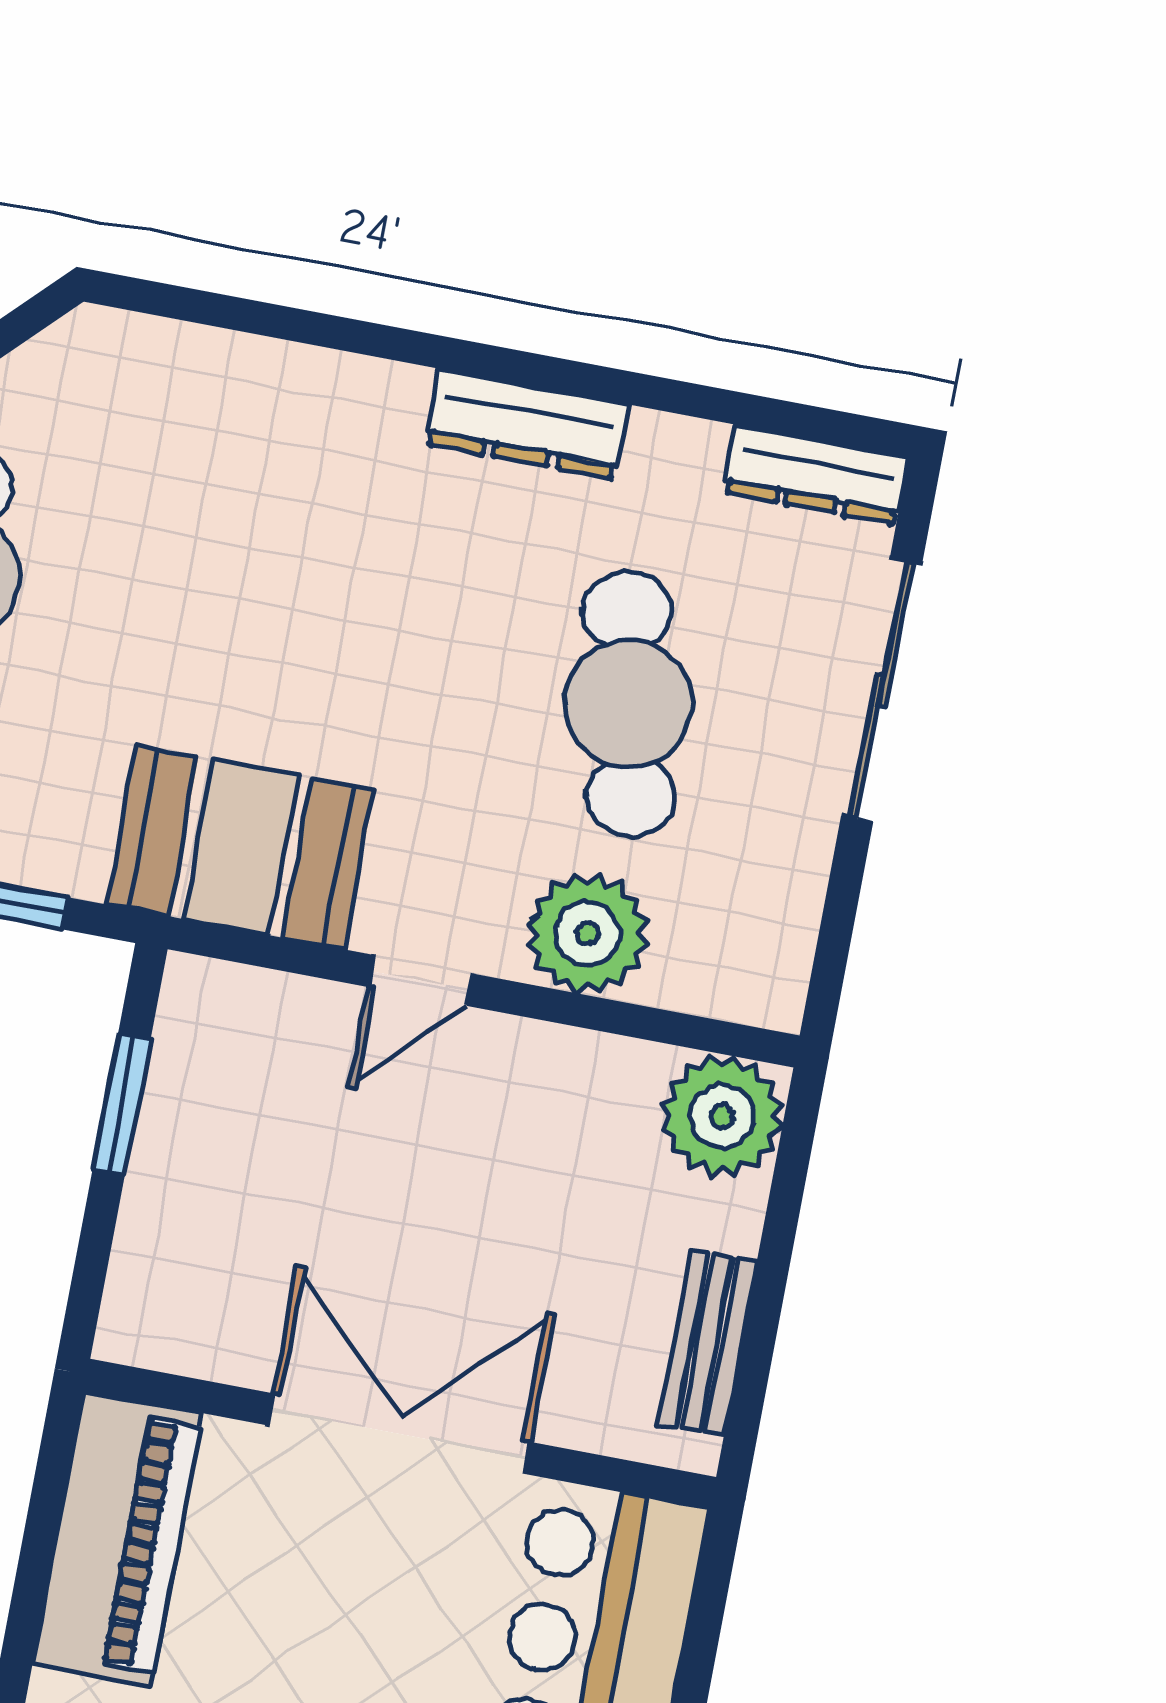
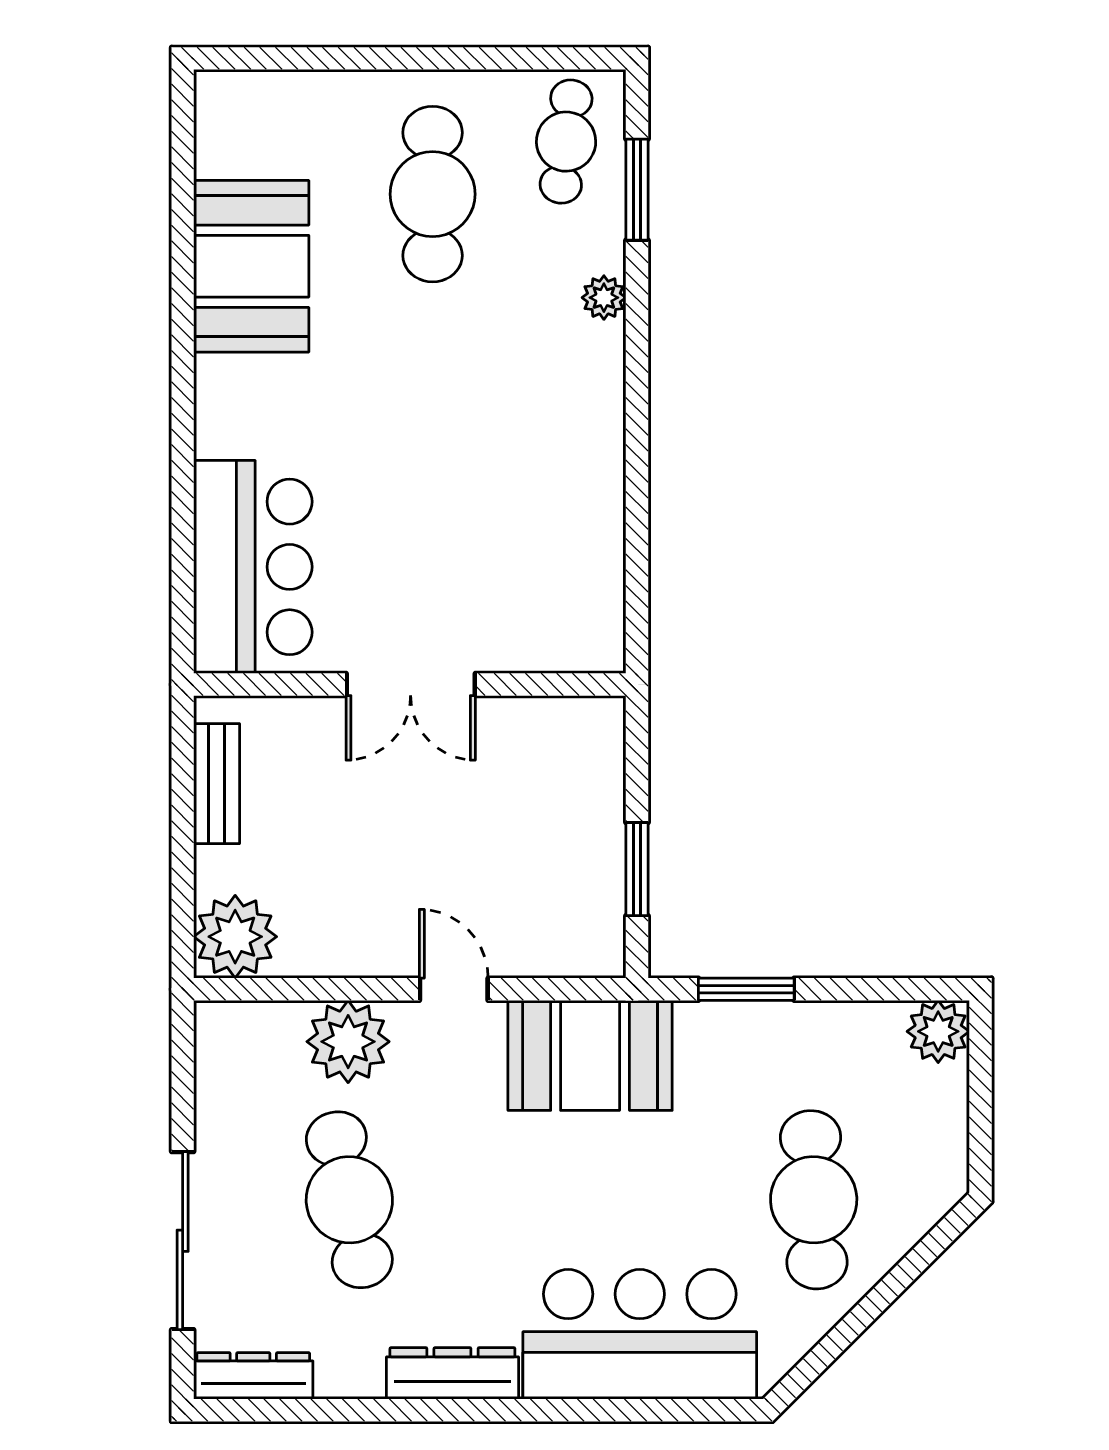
bar counter: (245, 429) -> (640, 1334), added
door: (420, 980) -> (454, 989), hinge flipped
double door: (399, 1434) -> (411, 684), width x0.73
piano: (118, 1539) -> (585, 579), removed

